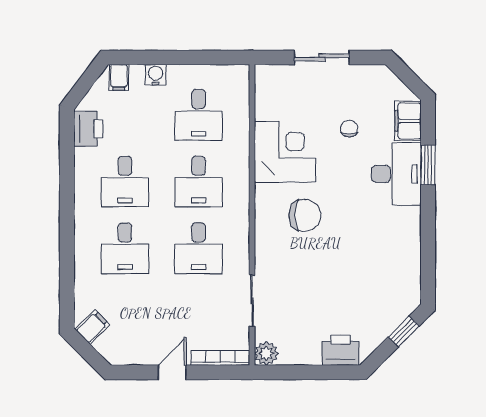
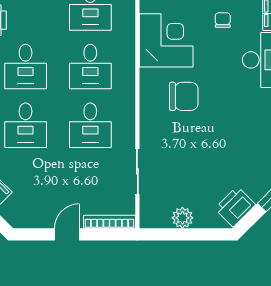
printer: (340, 350) -> (235, 207), moved, turned -45
plant: (266, 353) -> (182, 218), moved

